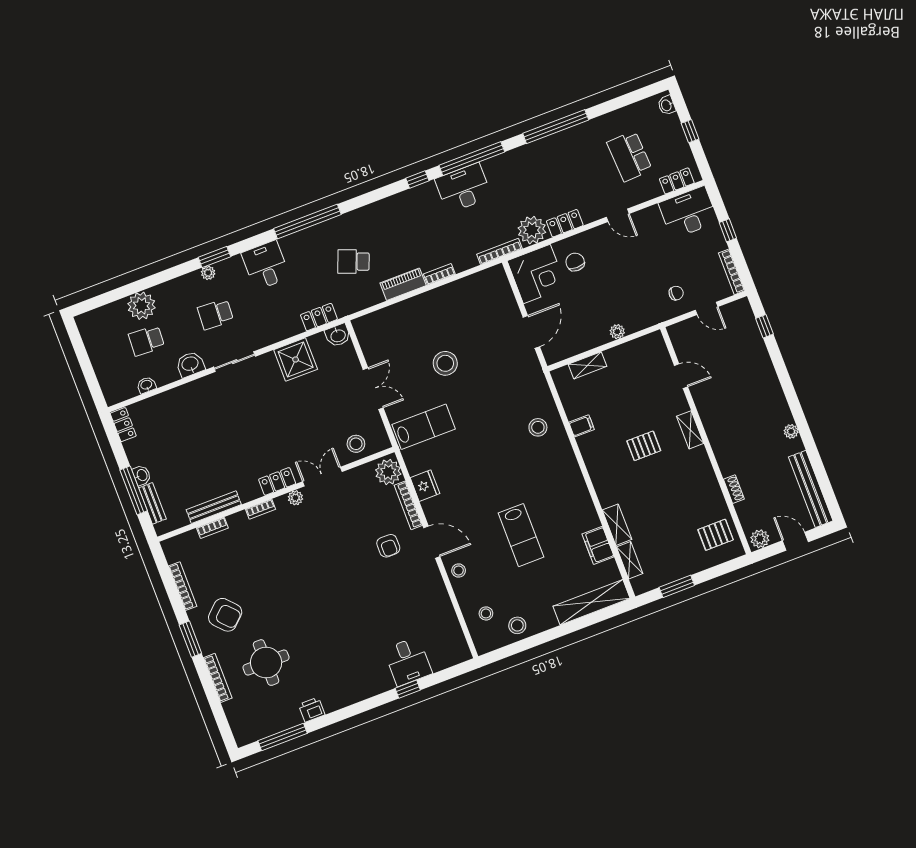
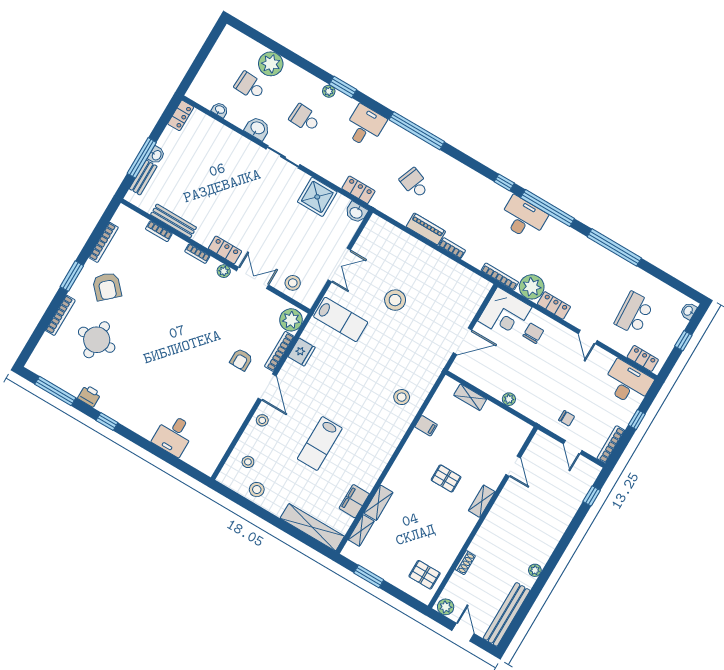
window: (408, 689) -> (107, 421), moved

